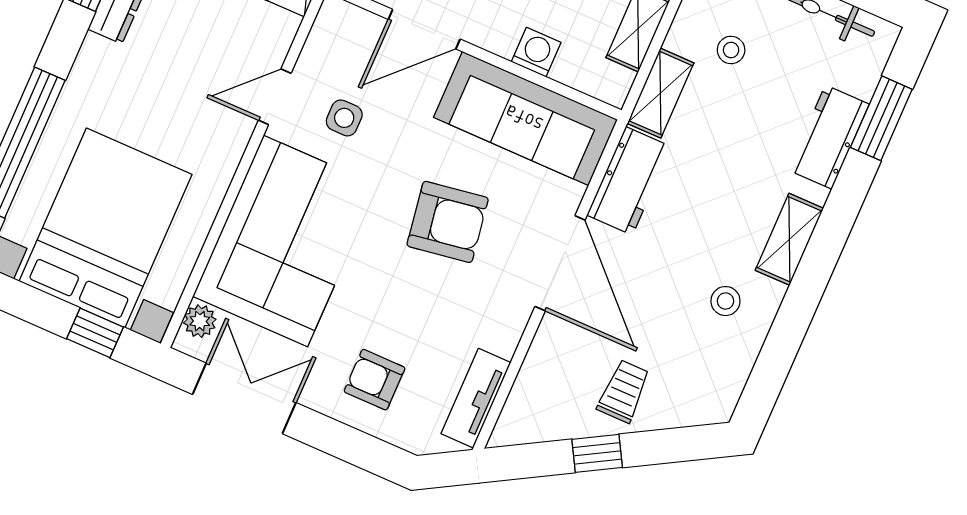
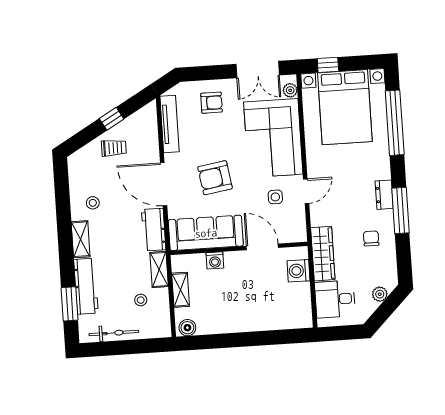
door: (424, 29) -> (262, 247), hinge flipped
workbench: (829, 137) -> (86, 286), width x1.38
trolley: (624, 391) -> (114, 148), turned -90
tv unit: (476, 398) -> (170, 124), width x1.41

